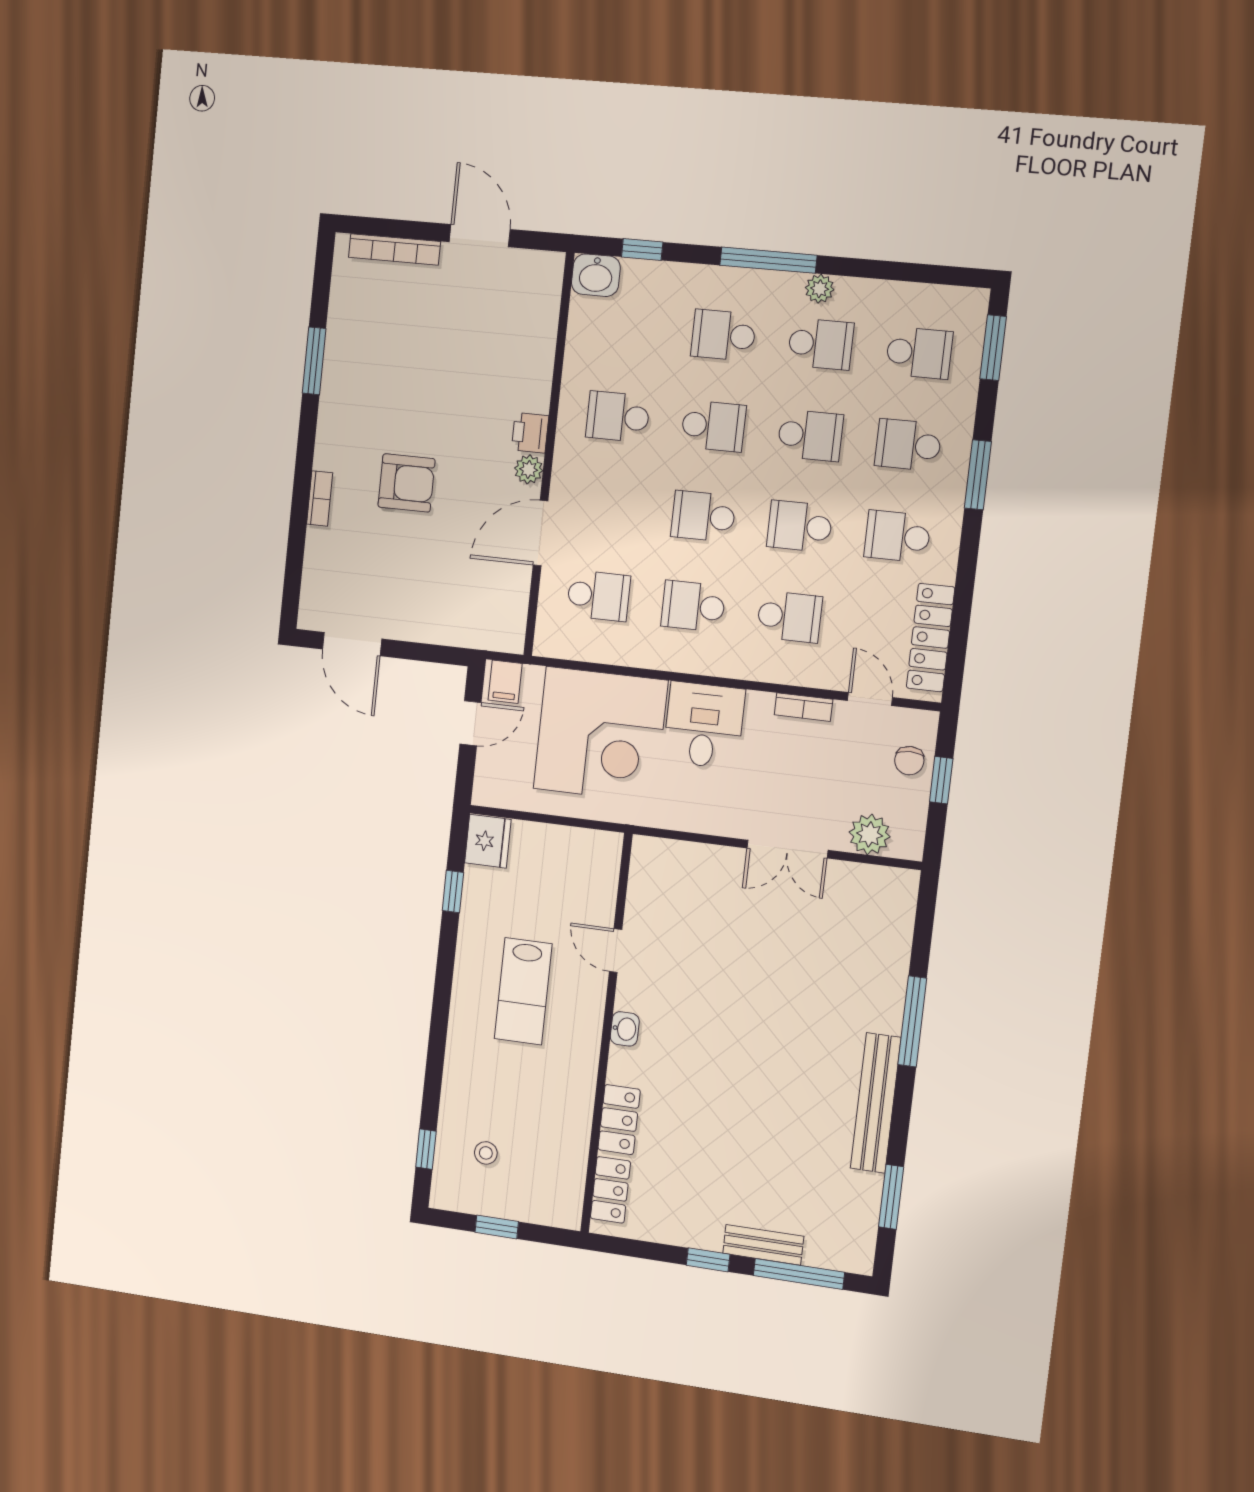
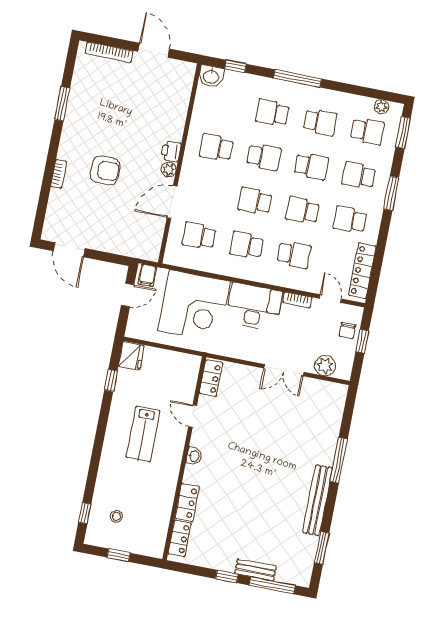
plant: (820, 289) -> (381, 107), moved
school desk: (598, 596) -> (199, 236), turned 180
desk: (704, 725) -> (254, 307), width x1.37
locker: (645, 874) -> (211, 378), added

